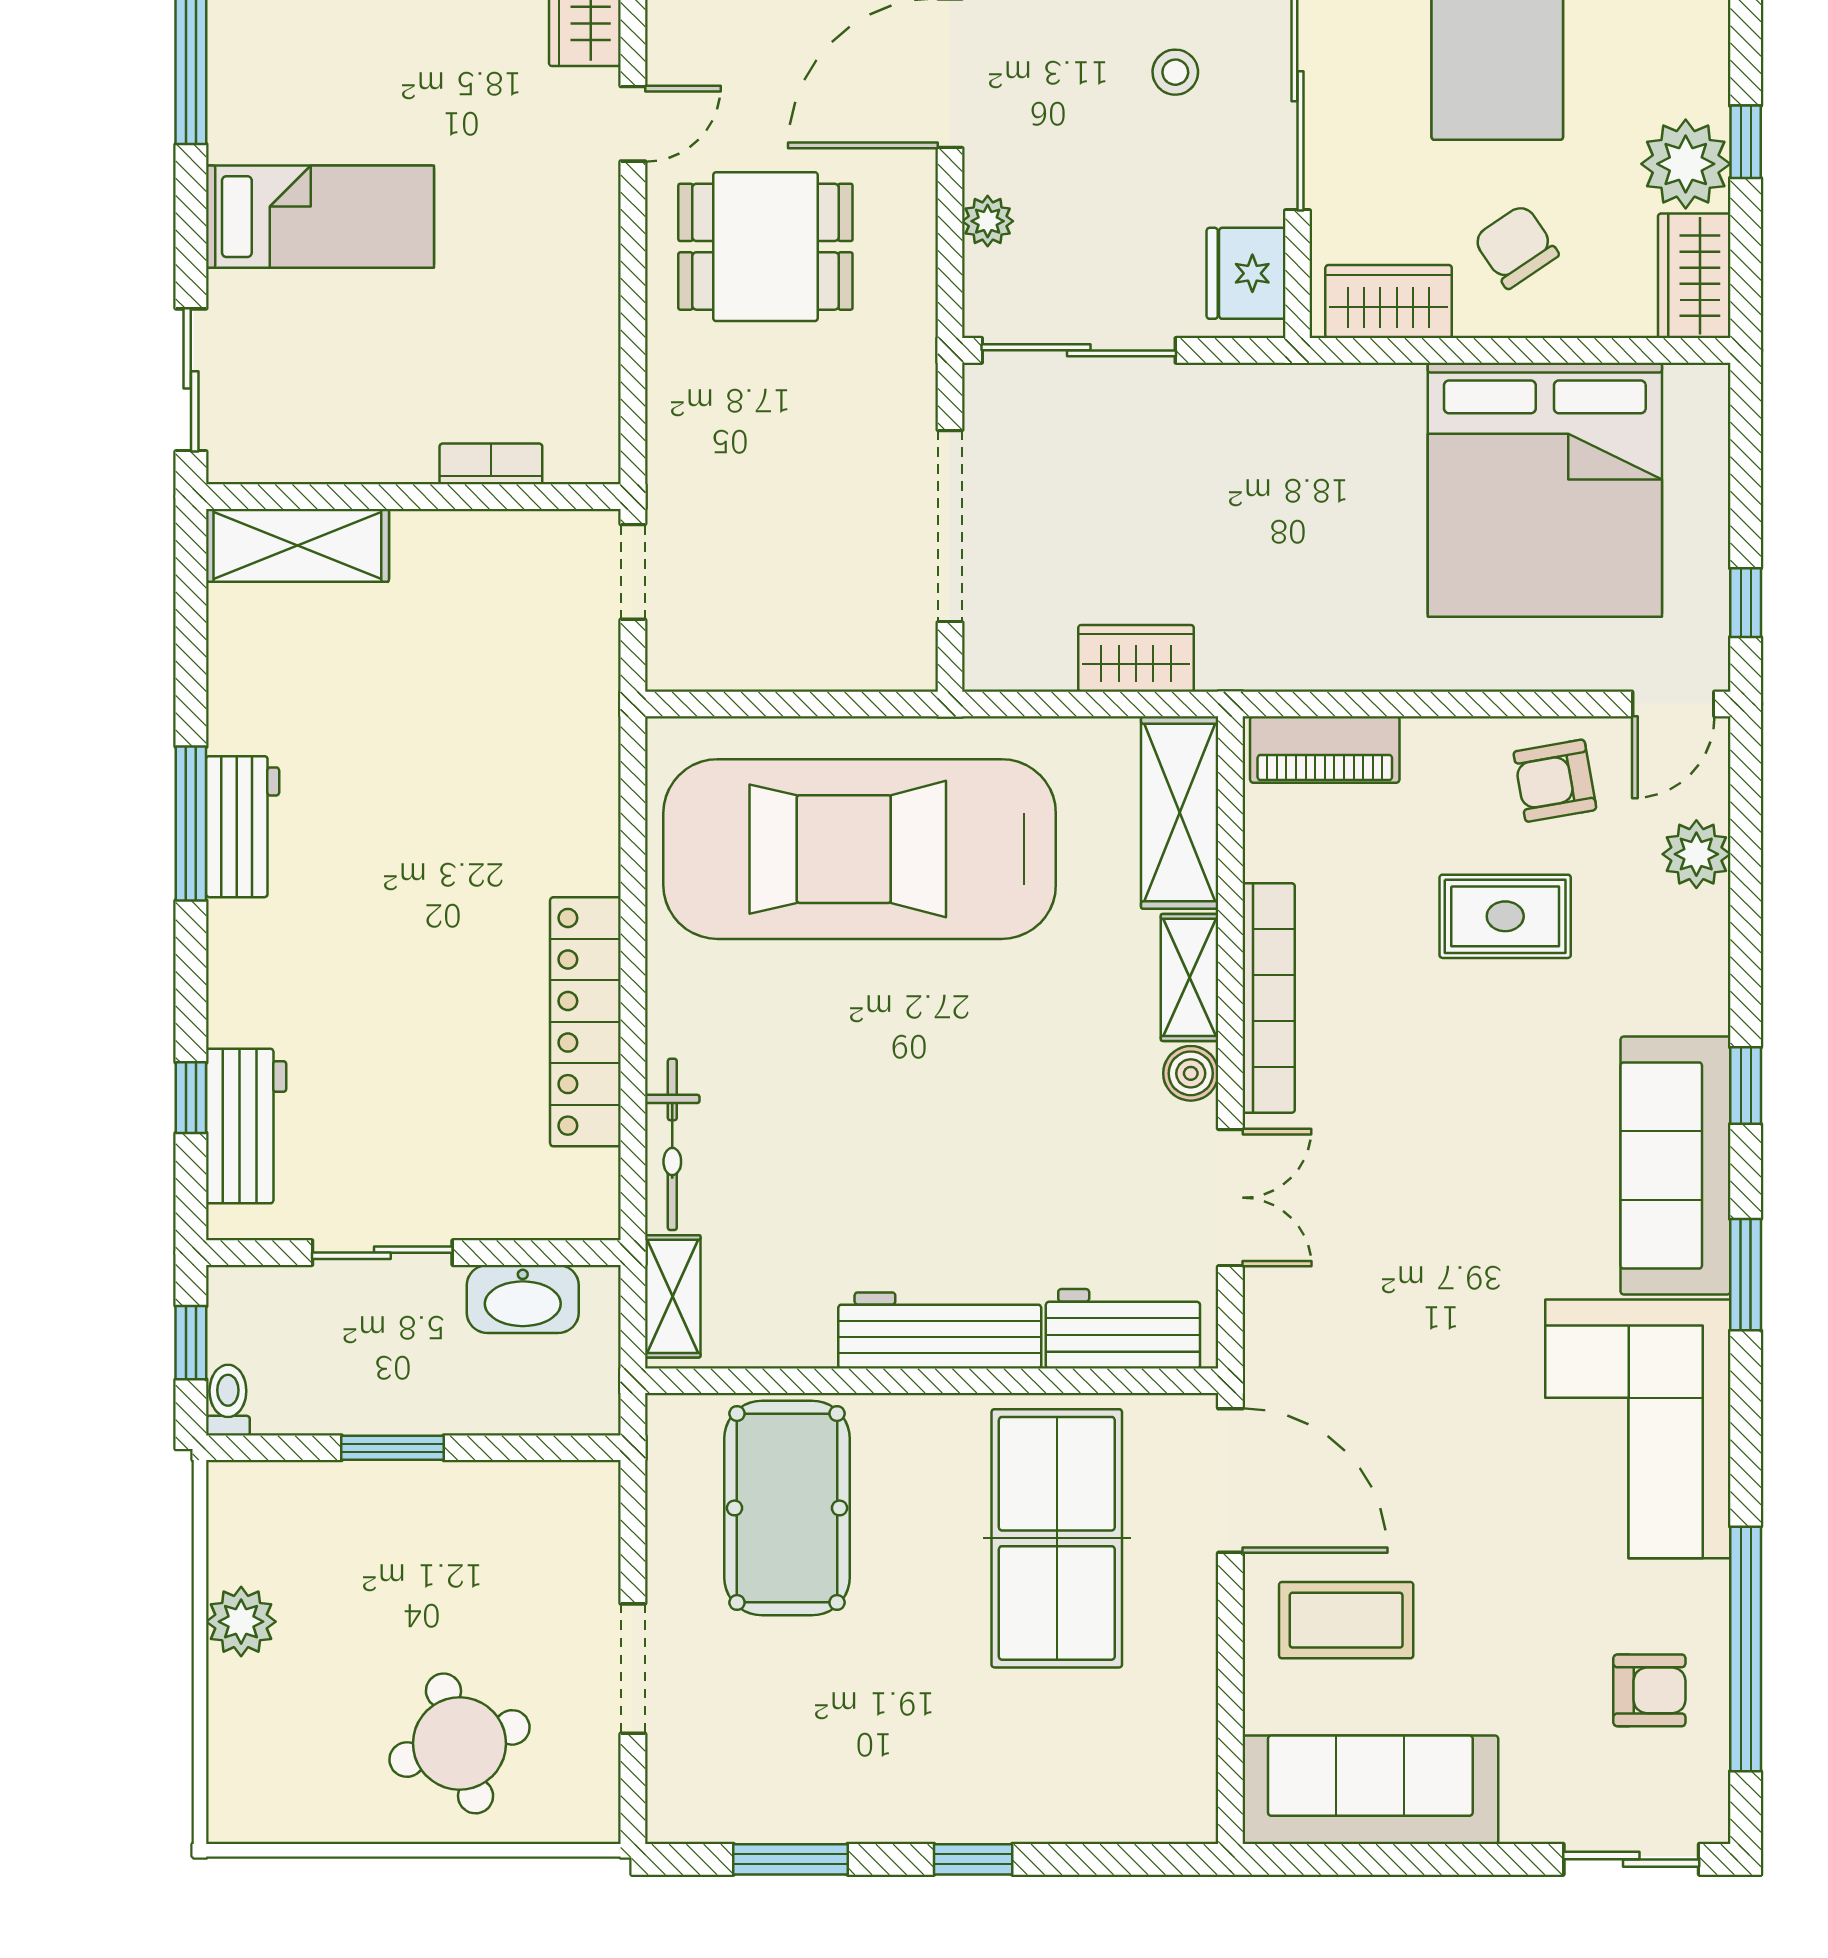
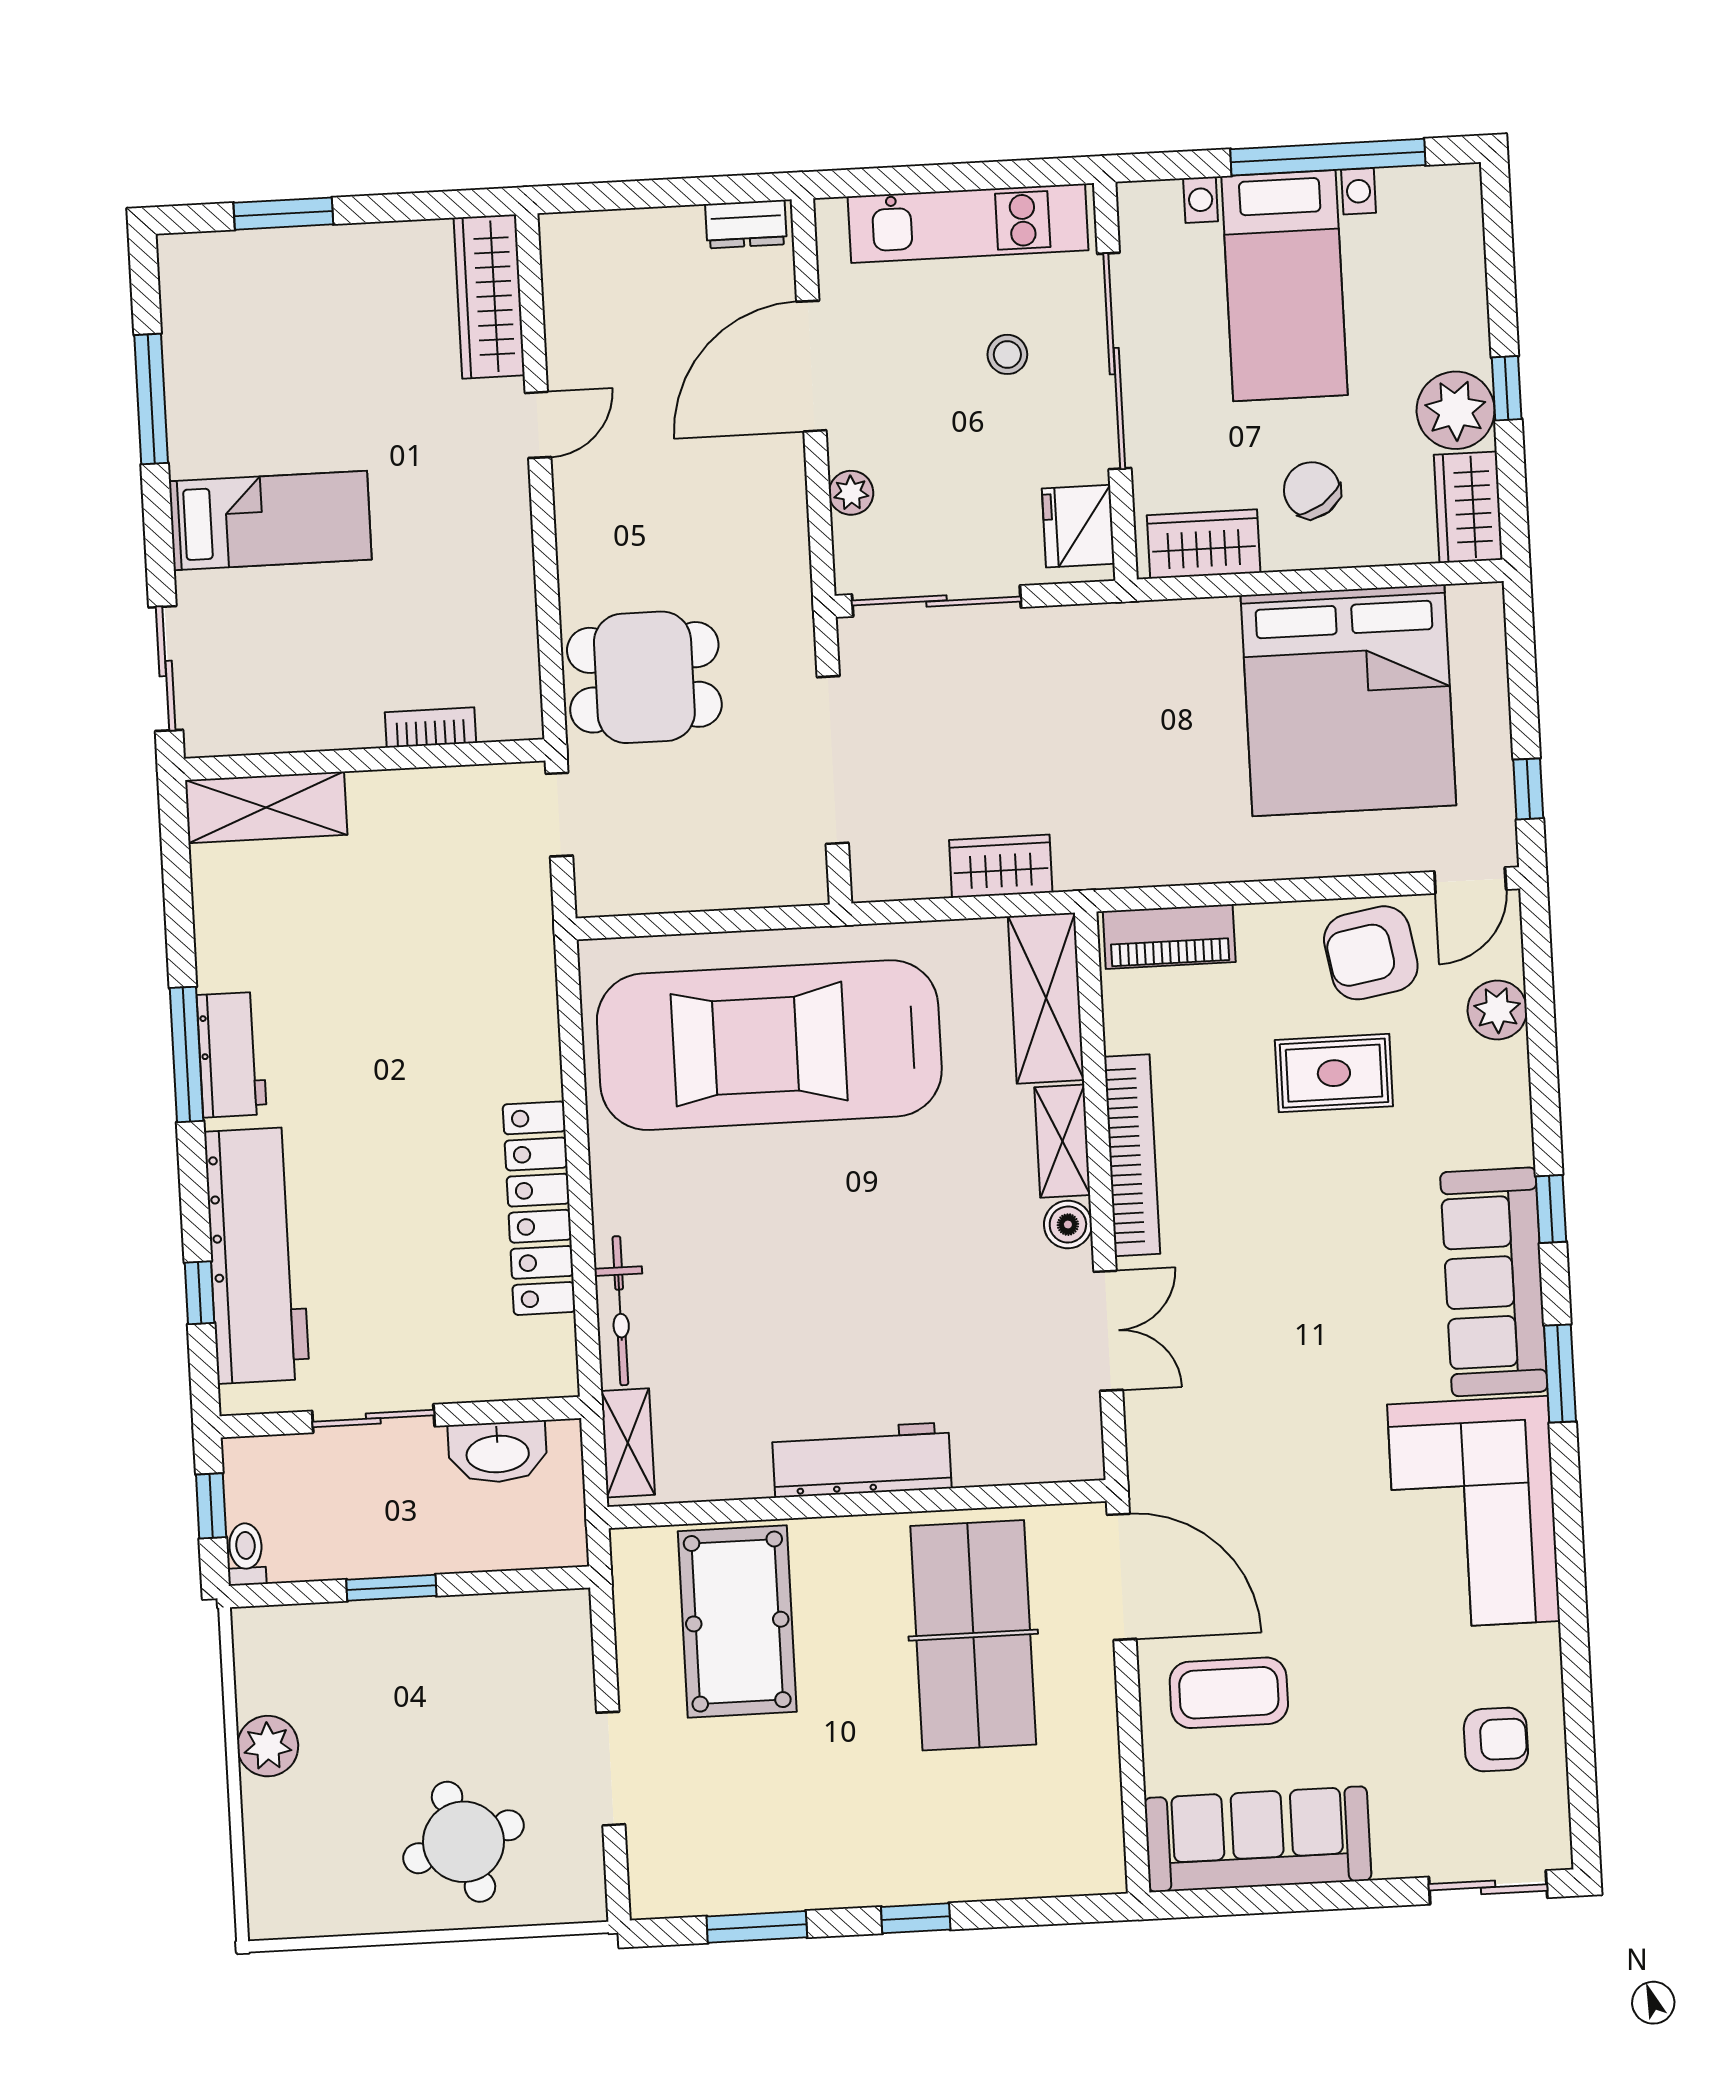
dining table: (765, 247) -> (644, 677), moved
armchair: (1555, 781) -> (1371, 953), width x1.38, depth x1.38
workbench: (246, 1126) -> (257, 1255), width x1.88, depth x1.32
workbench: (1123, 1329) -> (1021, 1450), removed
window: (1746, 1649) -> (1578, 1699), removed

